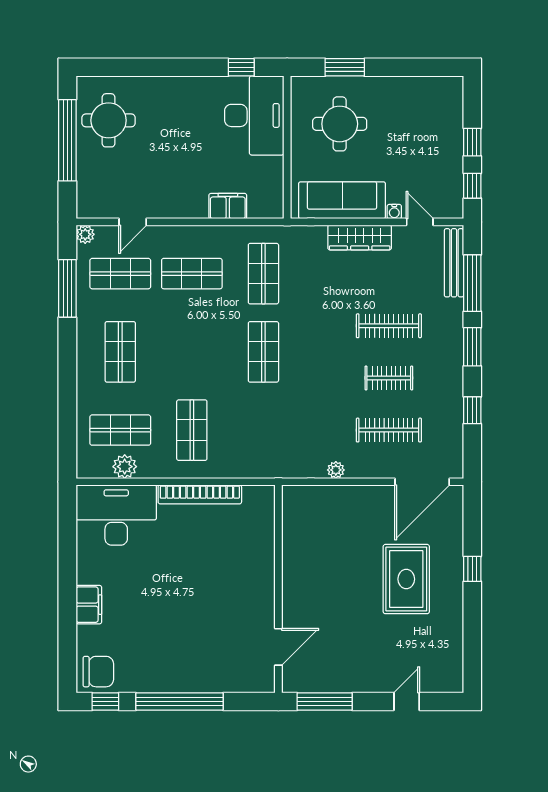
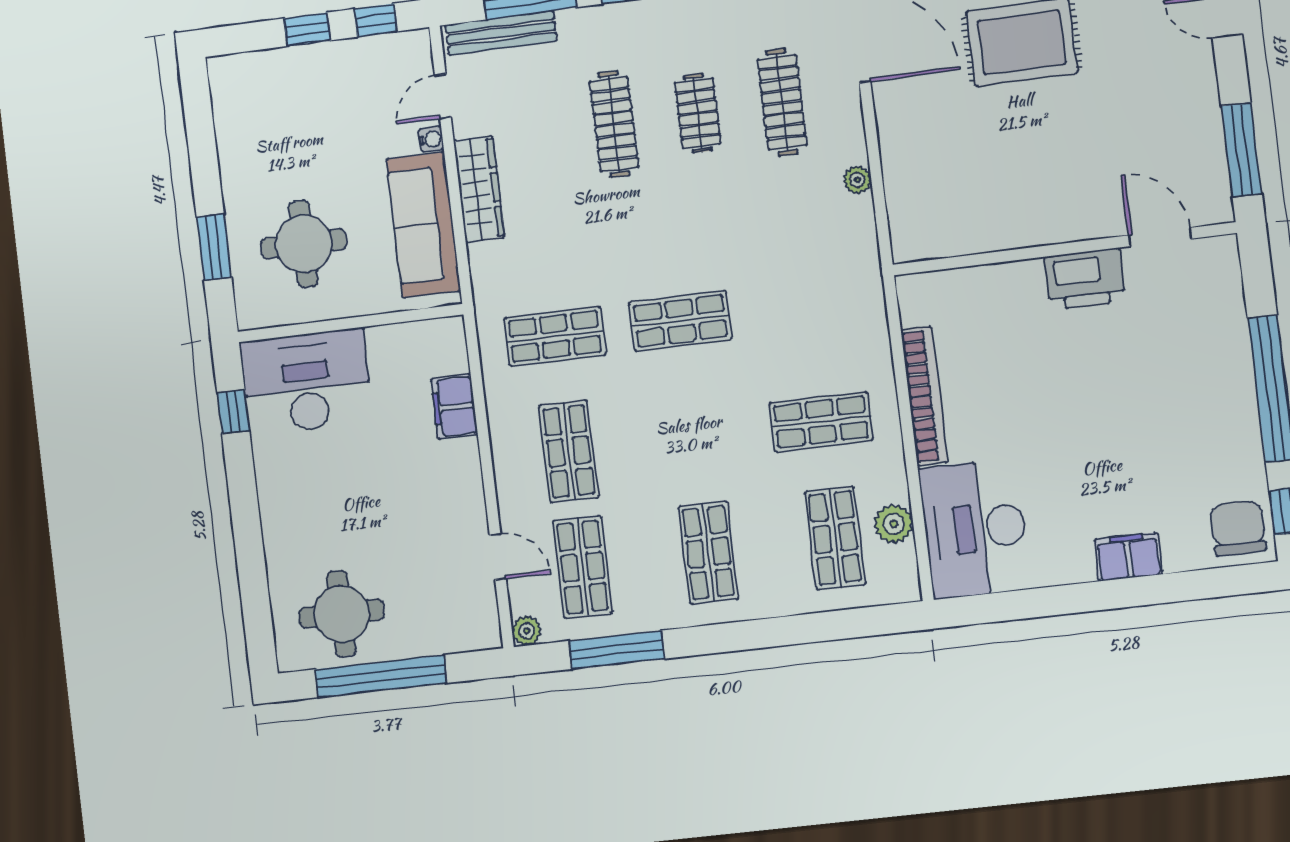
shop shelf: (120, 352) -> (708, 553), turned 90
printer: (259, 599) -> (1085, 279), added

